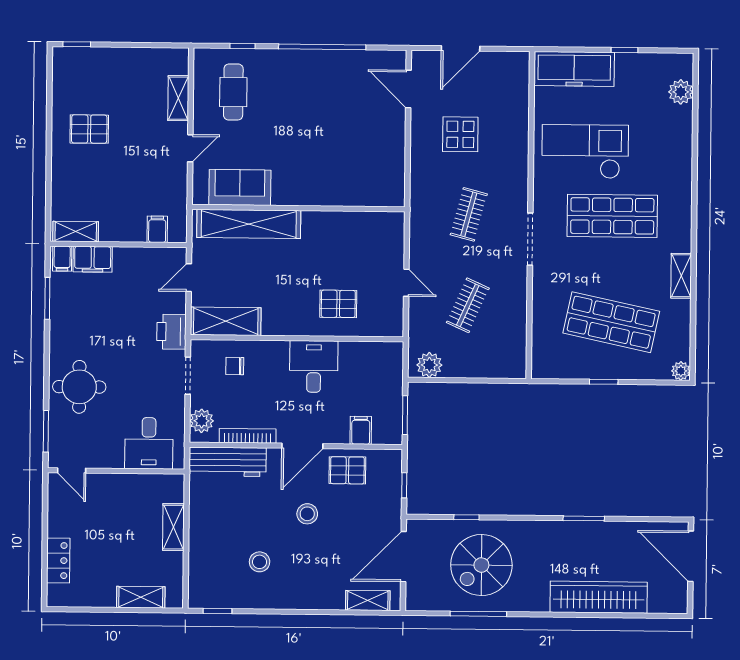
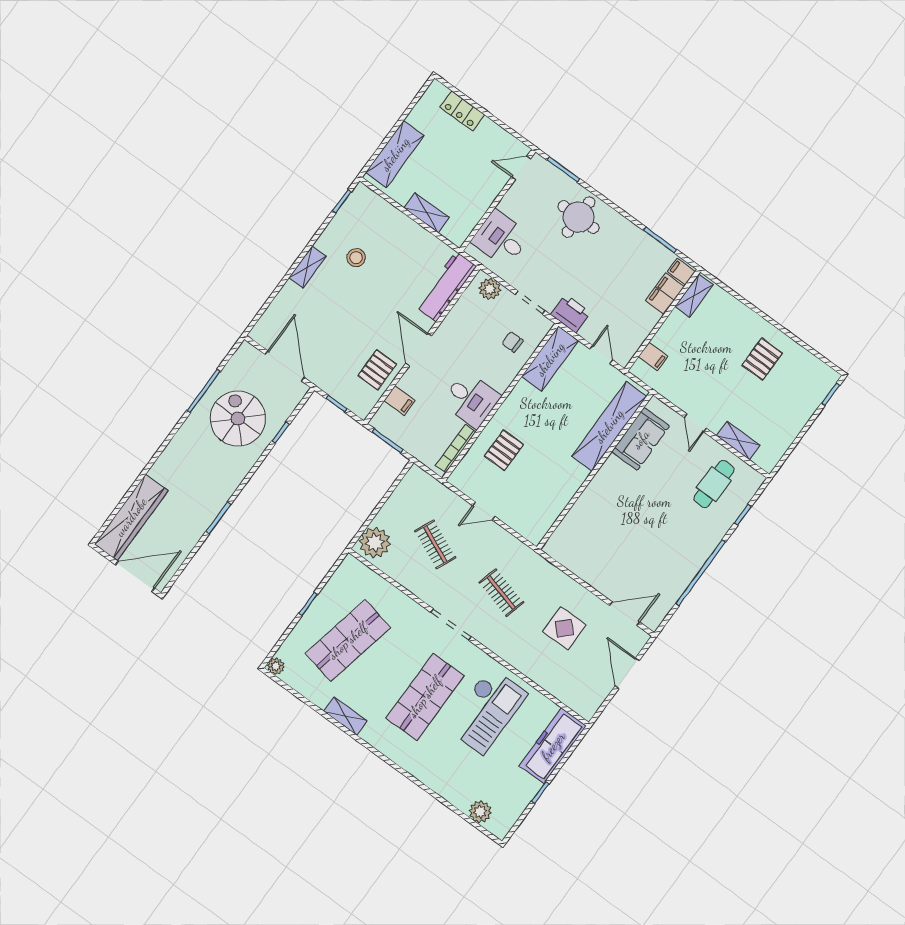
cafe table: (233, 92) -> (714, 484), turned 90
plant: (429, 365) -> (375, 543), moved, width x1.36, depth x1.36
chair: (235, 366) -> (512, 342), turned -90
bookcase: (248, 436) -> (456, 449), moved, turned 180
stool: (307, 514) -> (366, 318), removed
shelving: (141, 597) -> (395, 154), width x1.50, depth x1.33
wardrobe: (599, 597) -> (131, 517), moved
shelving: (368, 600) -> (308, 267), moved

